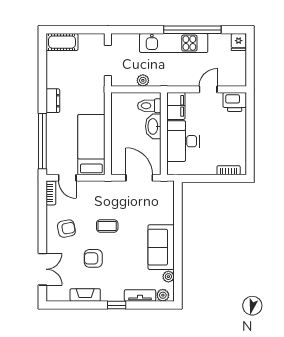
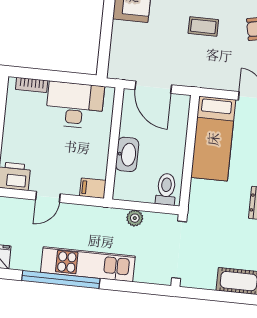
doorway: (108, 60) -> (179, 250), width x1.36
toilet: (149, 106) -> (166, 189), moved, turned -90
filing cabinet: (176, 106) -> (93, 188), width x0.50
desk: (183, 141) -> (75, 105), moved, turned -90

